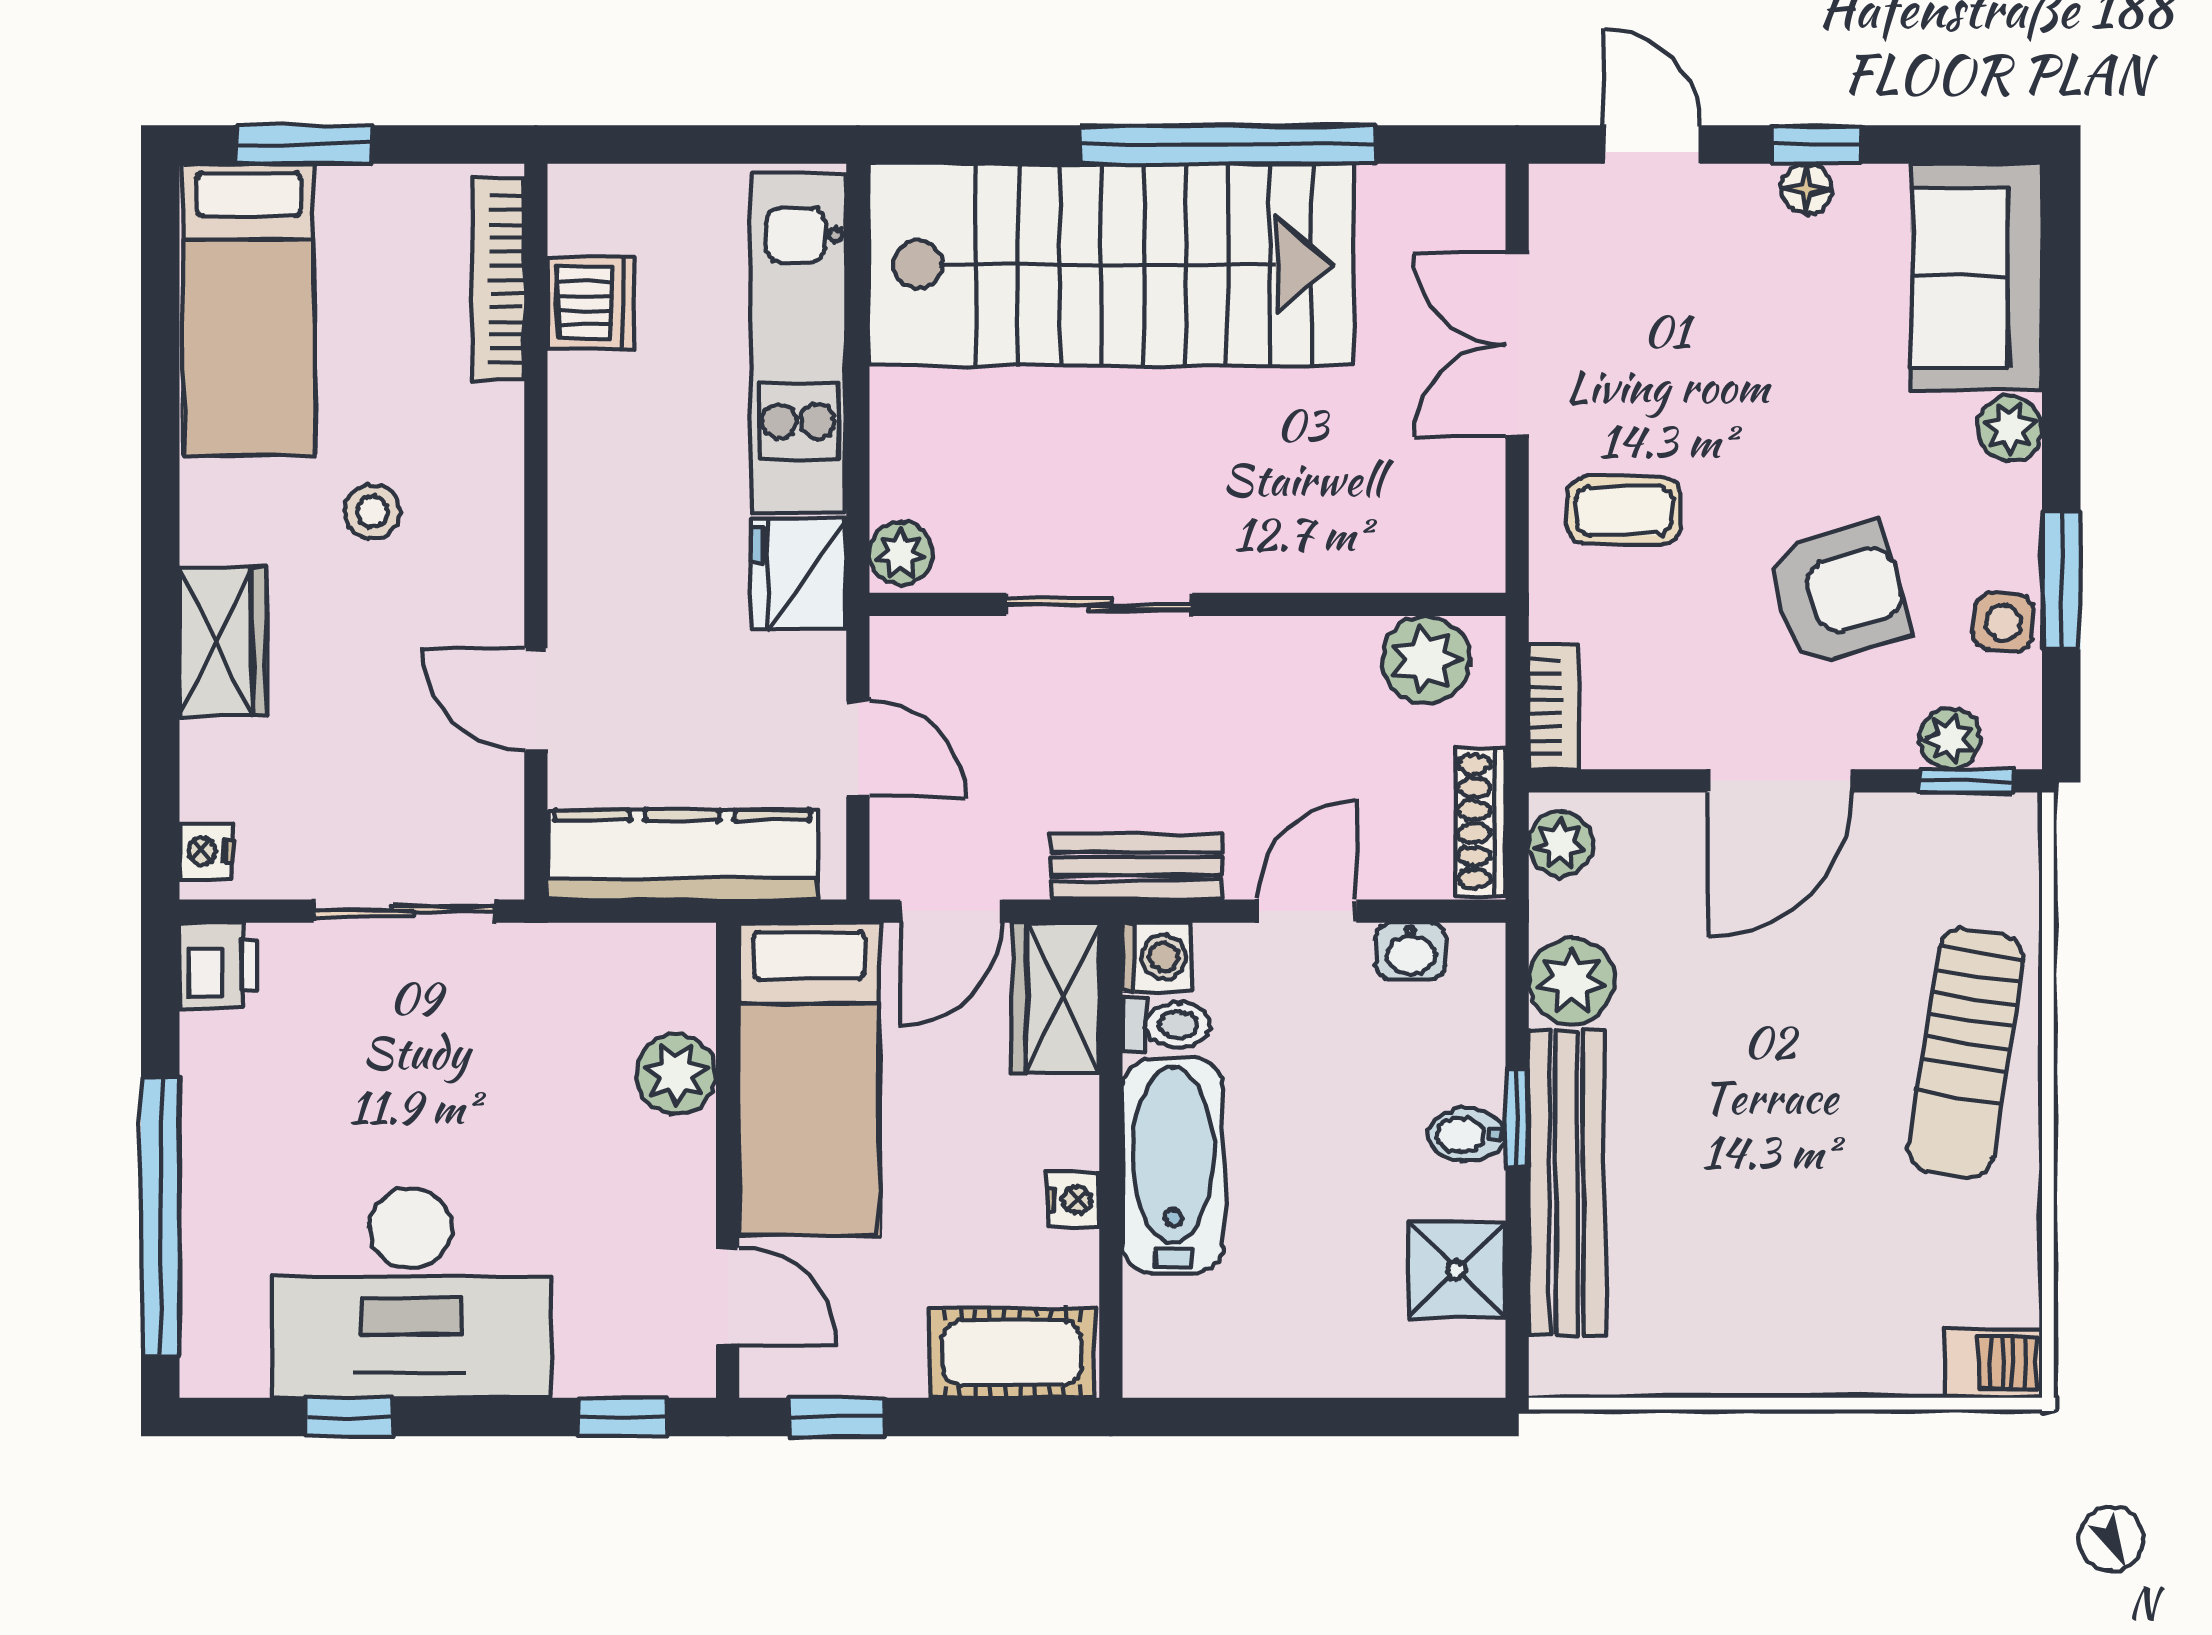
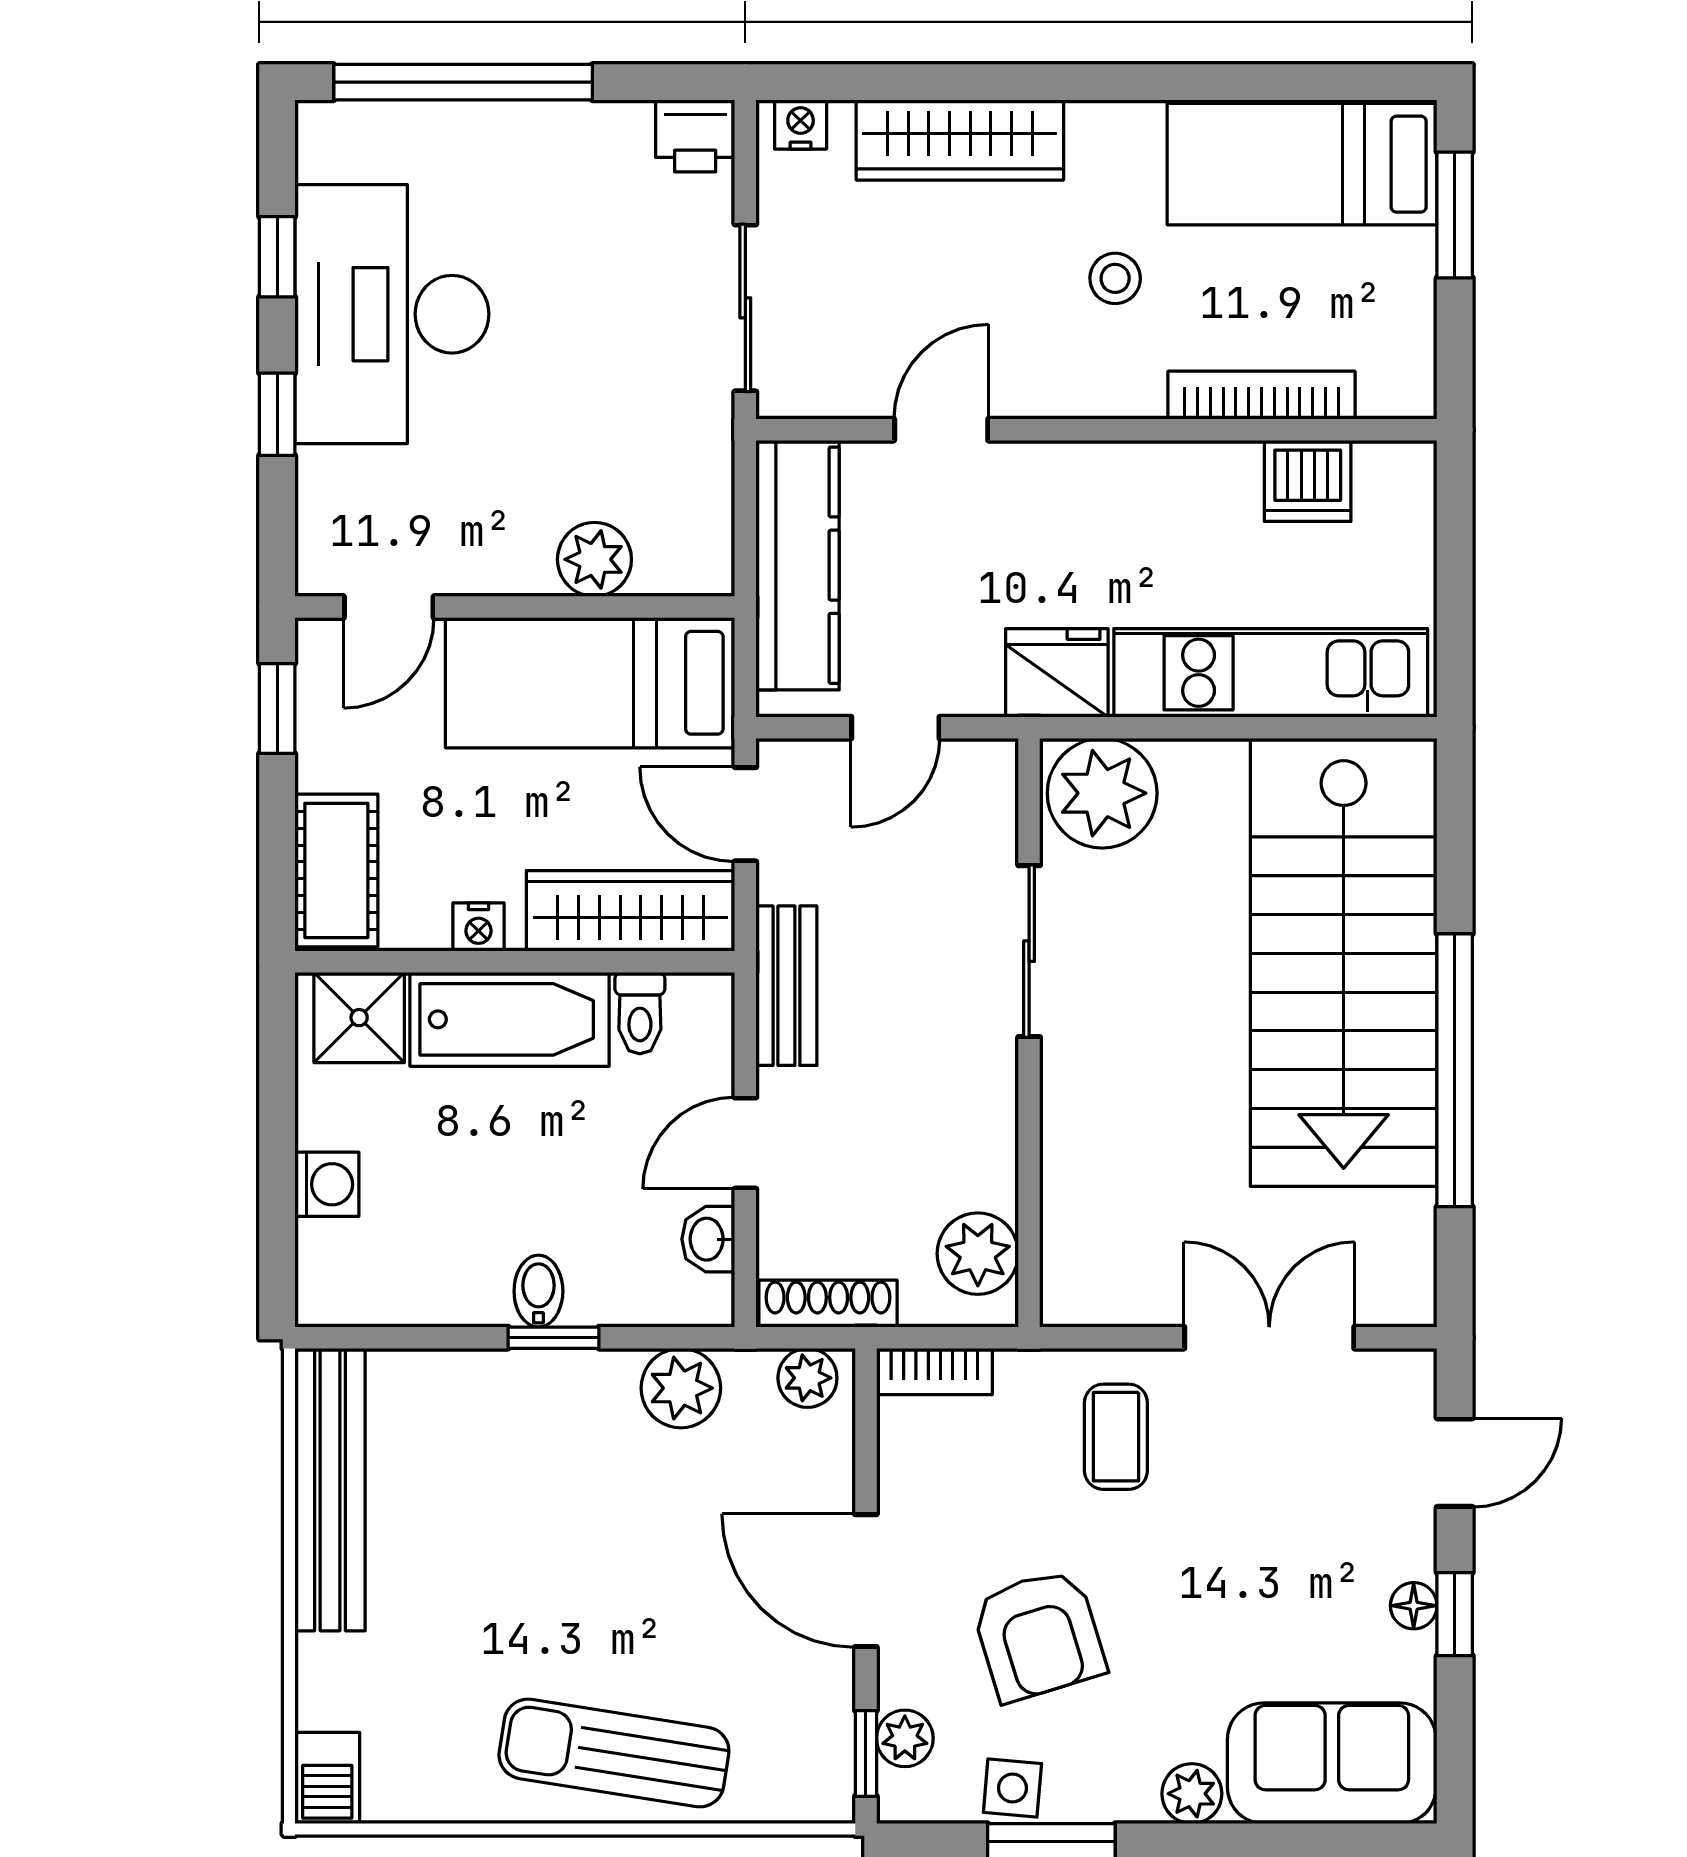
bookcase: (499, 279) -> (1261, 395), moved
plant: (901, 553) -> (1102, 793), width x1.88, depth x1.88
wardrobe: (223, 642) -> (960, 140), width x1.50
door: (1307, 911) -> (745, 1143), swing flipped
washing machine: (1157, 957) -> (327, 1184), moved, turned -90
wardrobe: (1056, 998) -> (630, 911), width x1.50
bench: (1566, 1182) -> (330, 1490), moved, turned 90
shower: (1457, 1270) -> (359, 1018), moved
window: (622, 1417) -> (277, 414), moved

